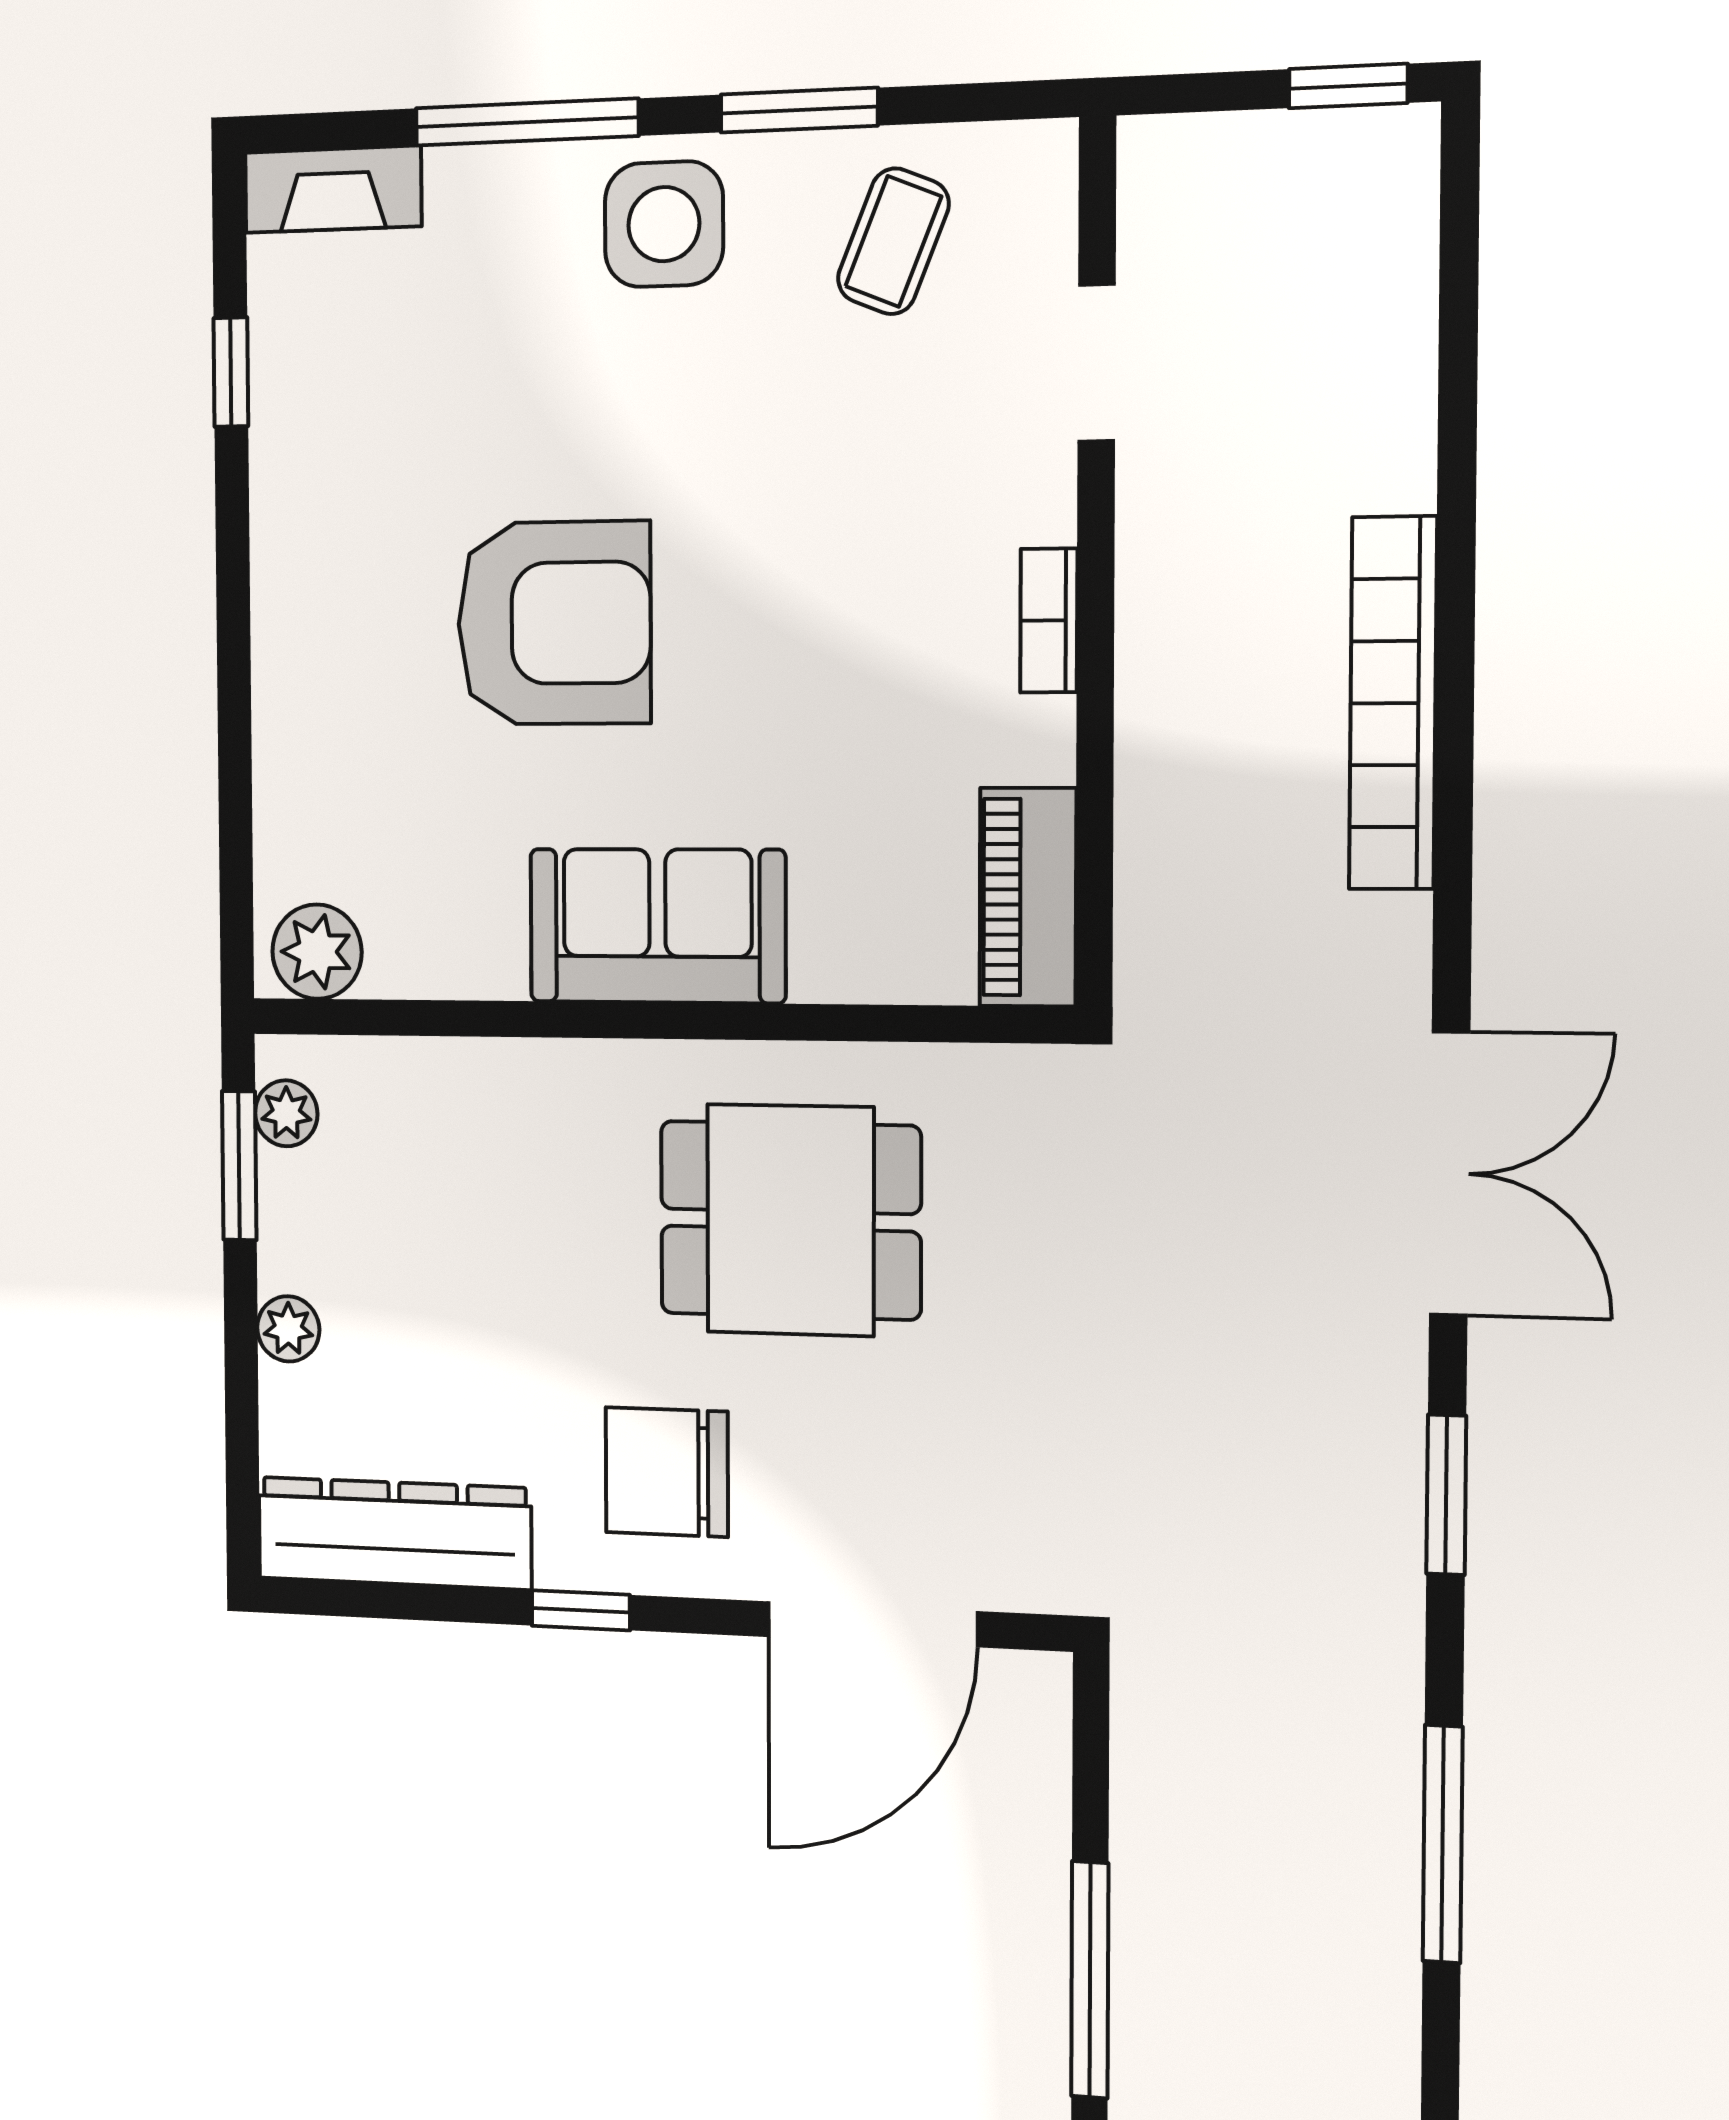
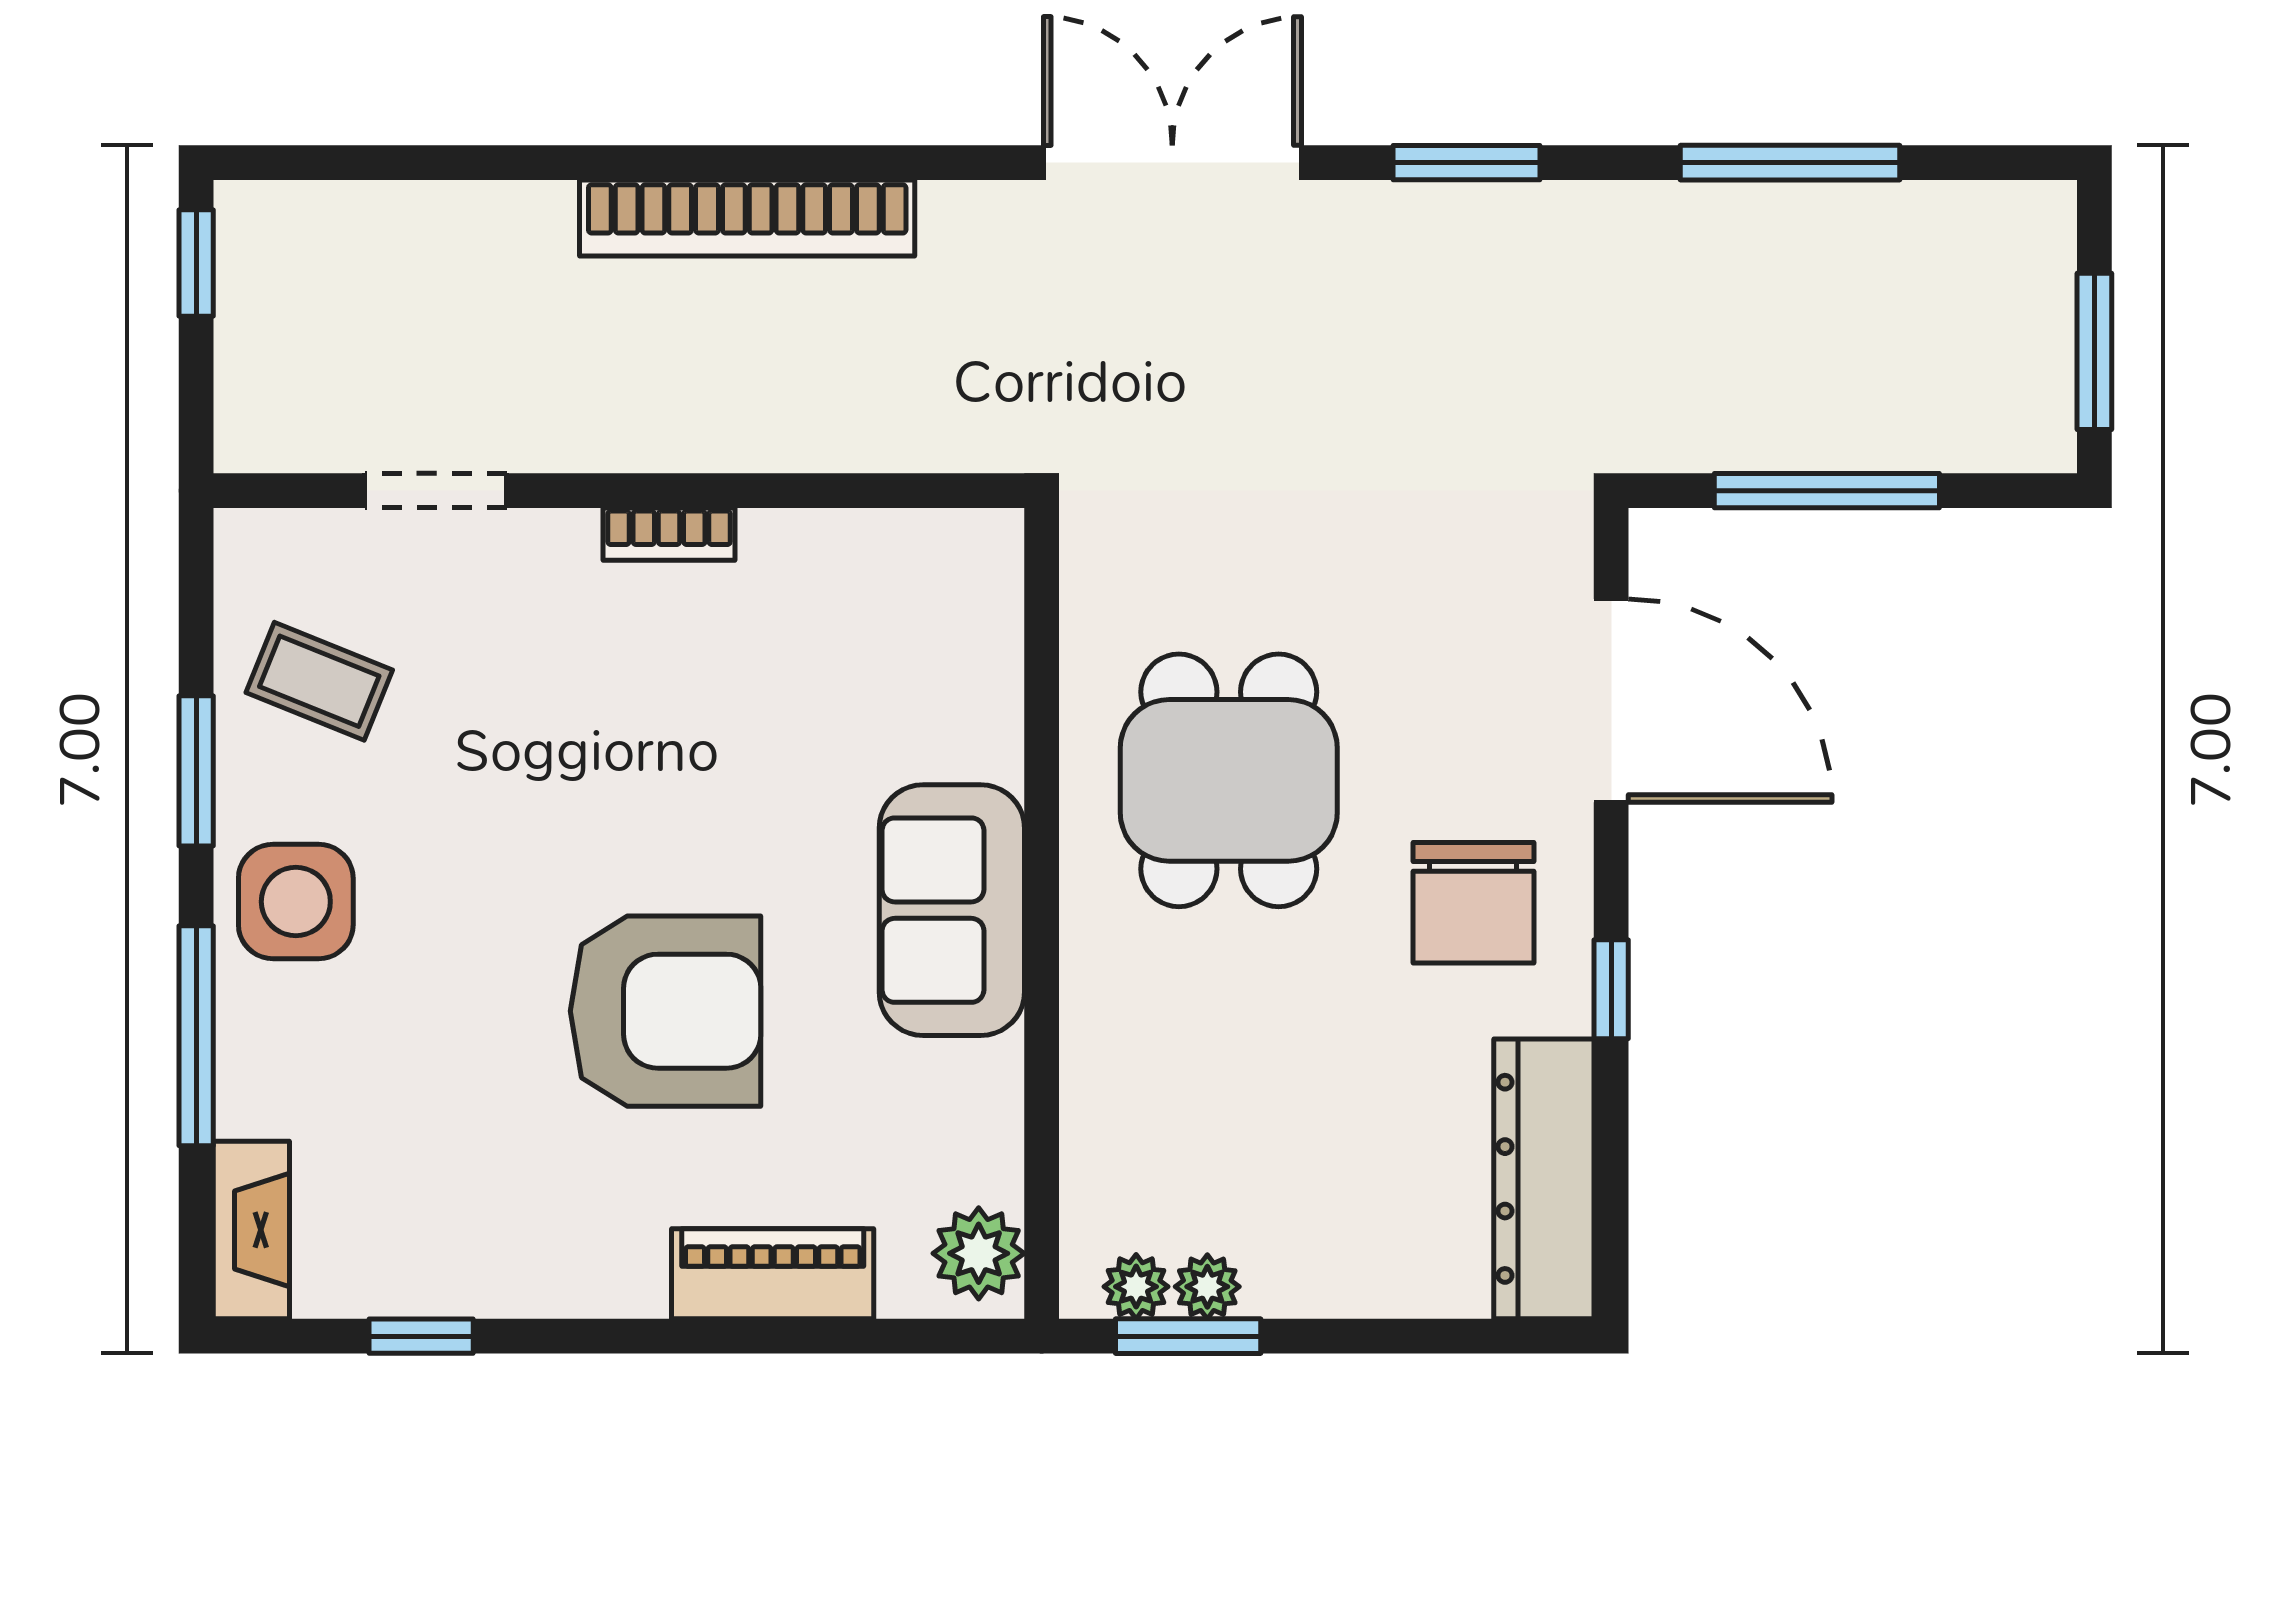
armchair: (554, 623) -> (665, 1011), turned 90
piano: (1028, 897) -> (773, 1274), moved, turned 180
plant: (288, 1329) -> (1207, 1287), moved
window: (1090, 1980) -> (1827, 491), moved

